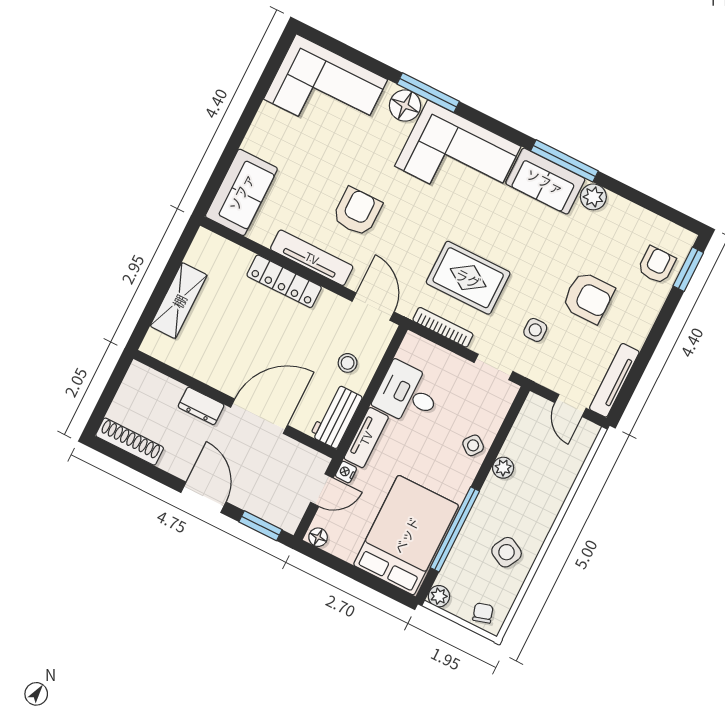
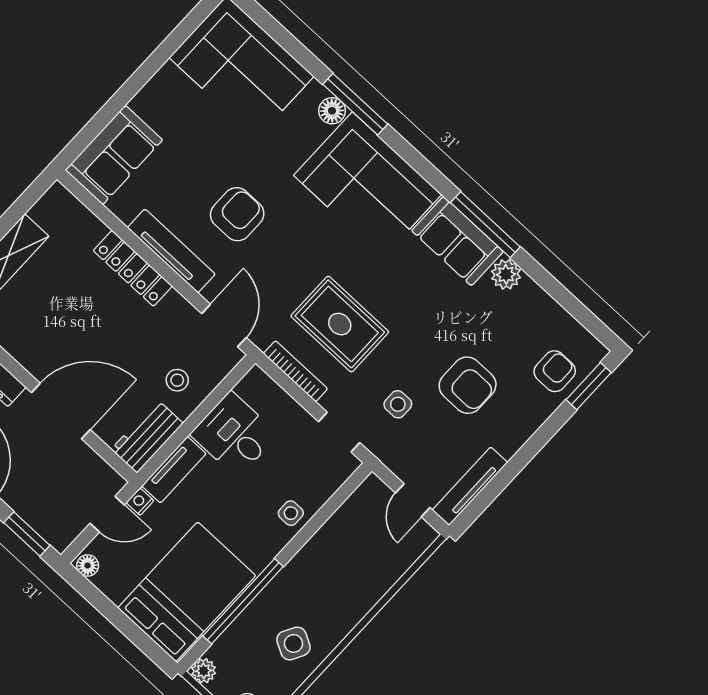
floor lamp: (405, 106) -> (332, 111), width x0.73, depth x0.73
side table: (473, 445) -> (291, 513), turned -38
plant: (503, 468) -> (317, 548), removed

